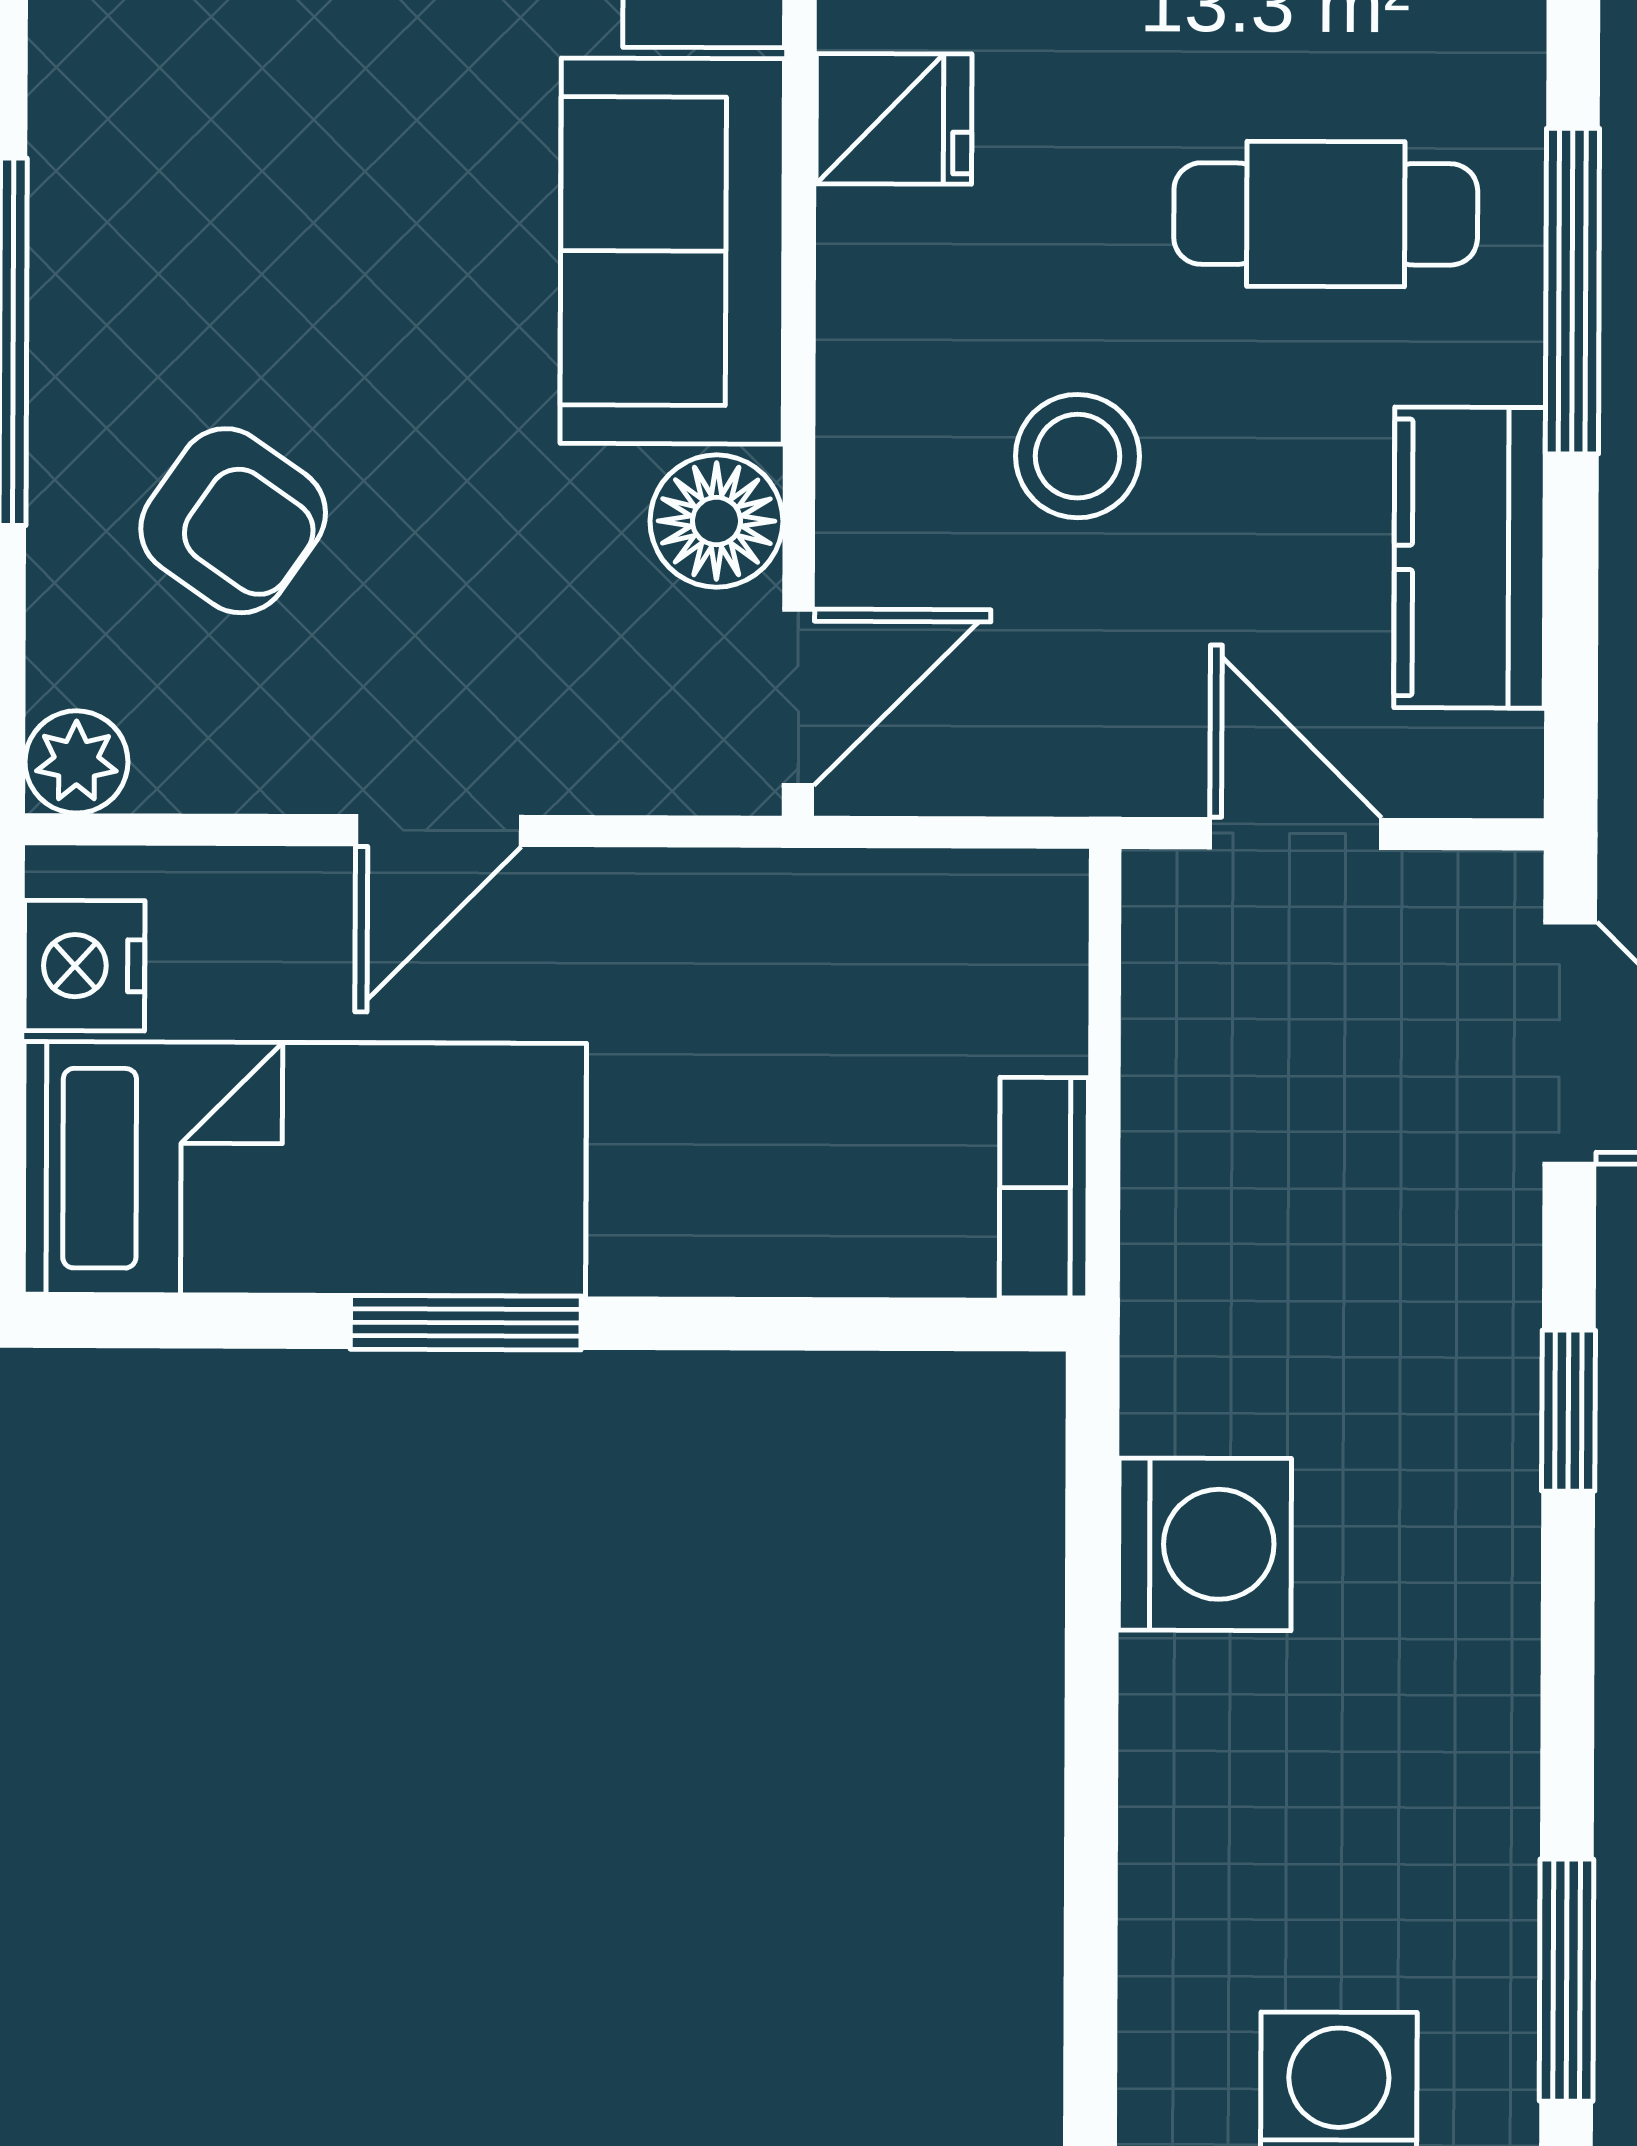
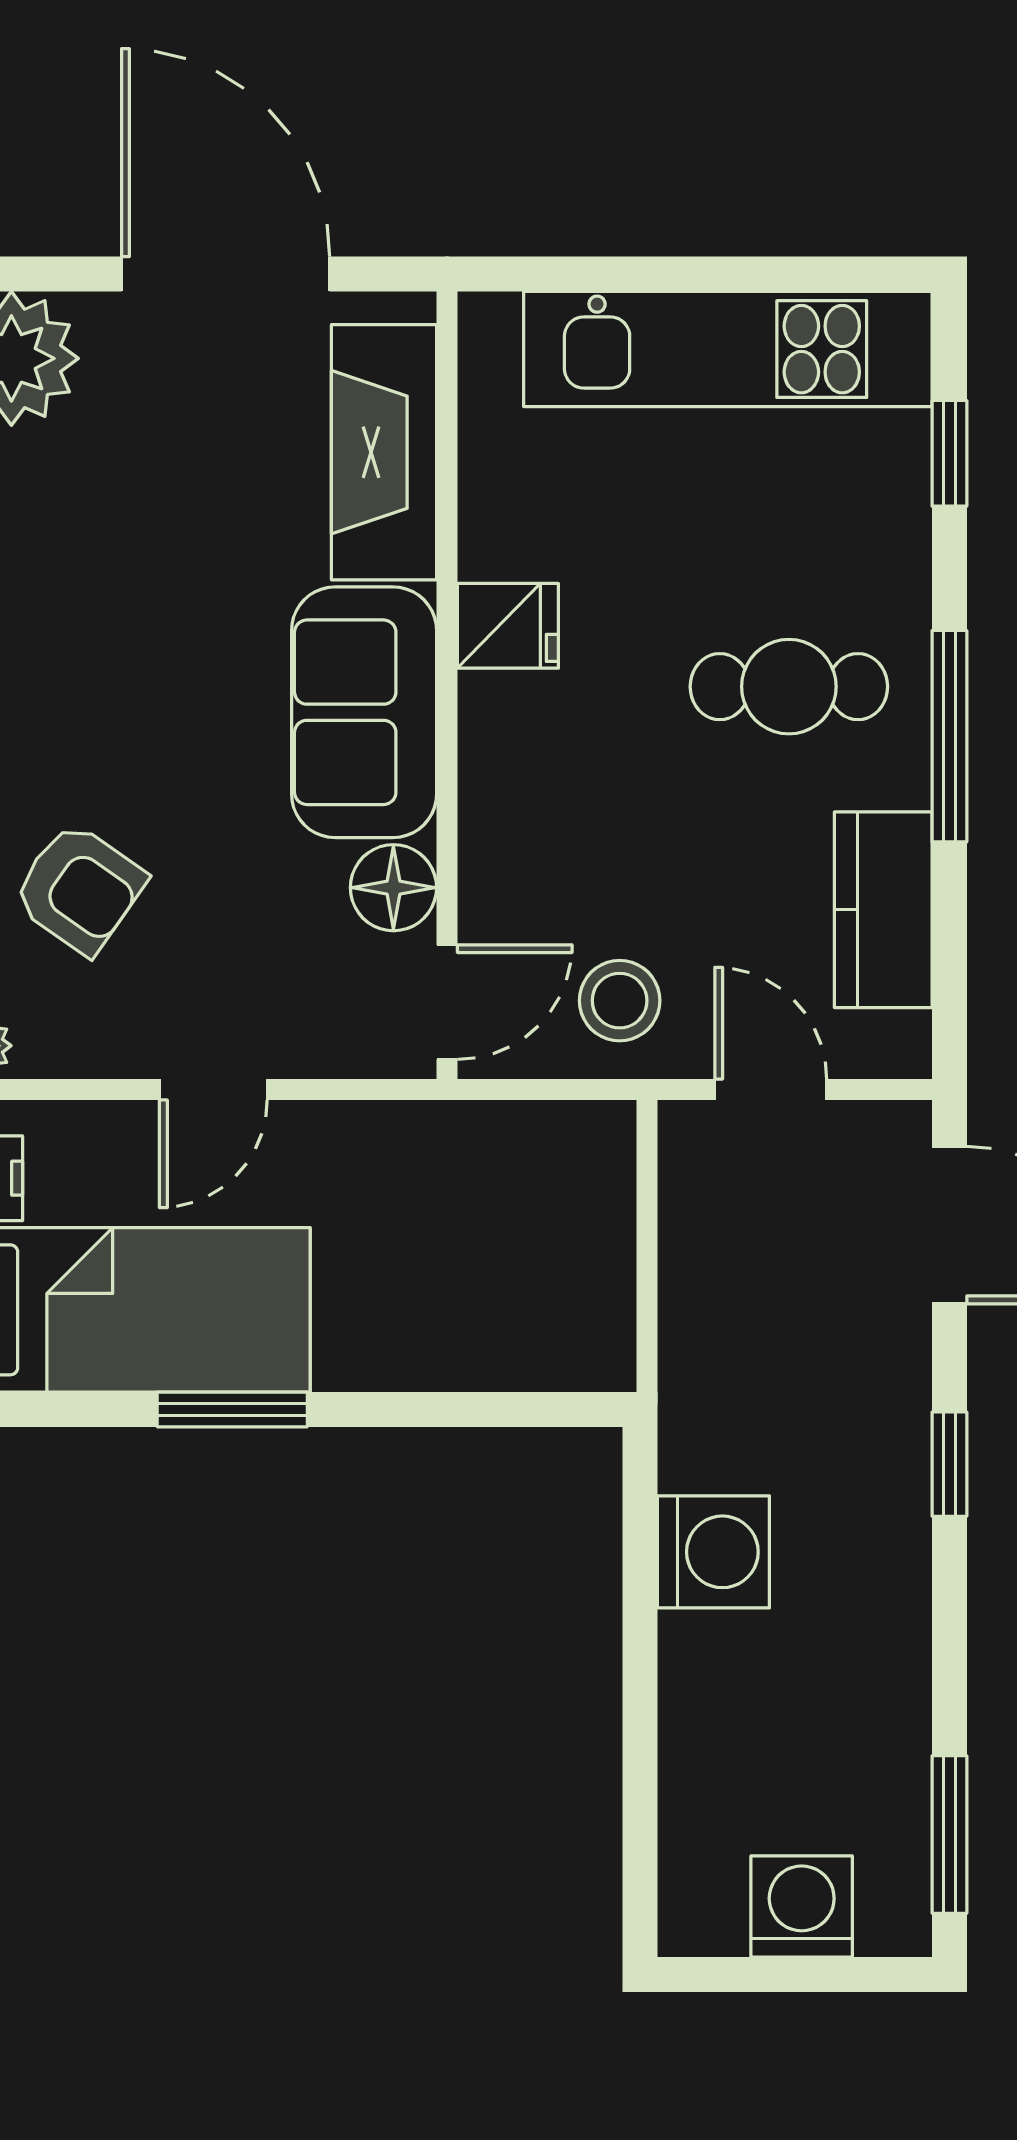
stool: (1078, 456) -> (620, 1001), moved
bookcase: (1044, 1188) -> (608, 1320), removed

